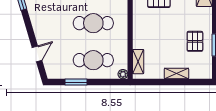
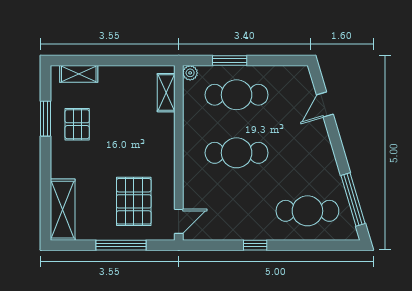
shelving: (176, 73) -> (79, 74), moved
window: (76, 82) -> (230, 60), moved

